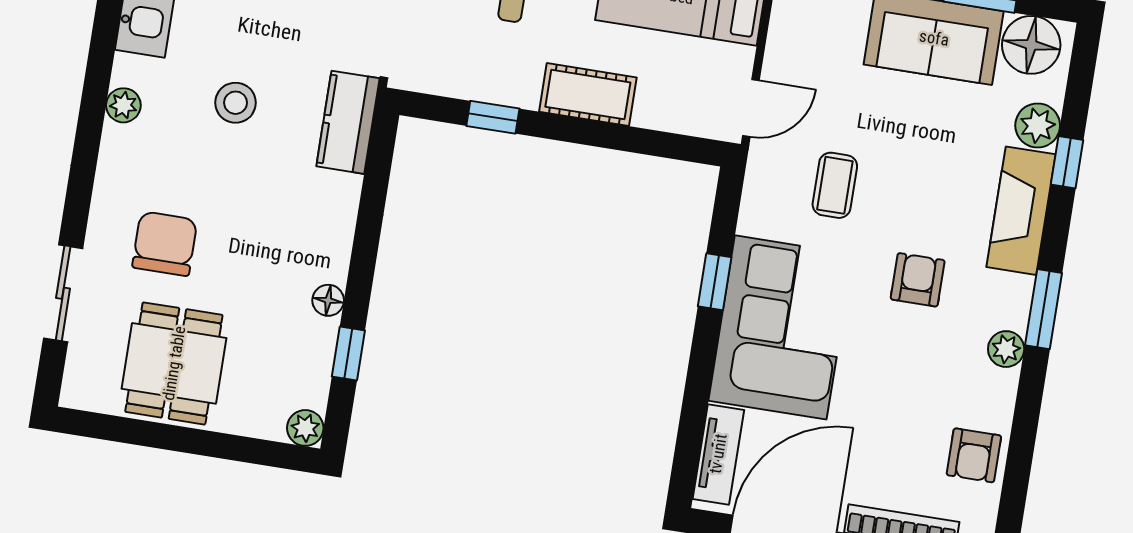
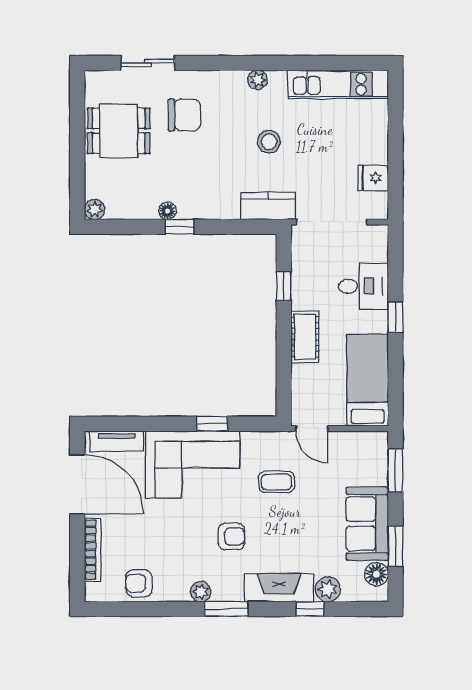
floor lamp: (1031, 45) -> (376, 574), width x0.73, depth x0.73
window: (348, 353) -> (179, 227), moved

